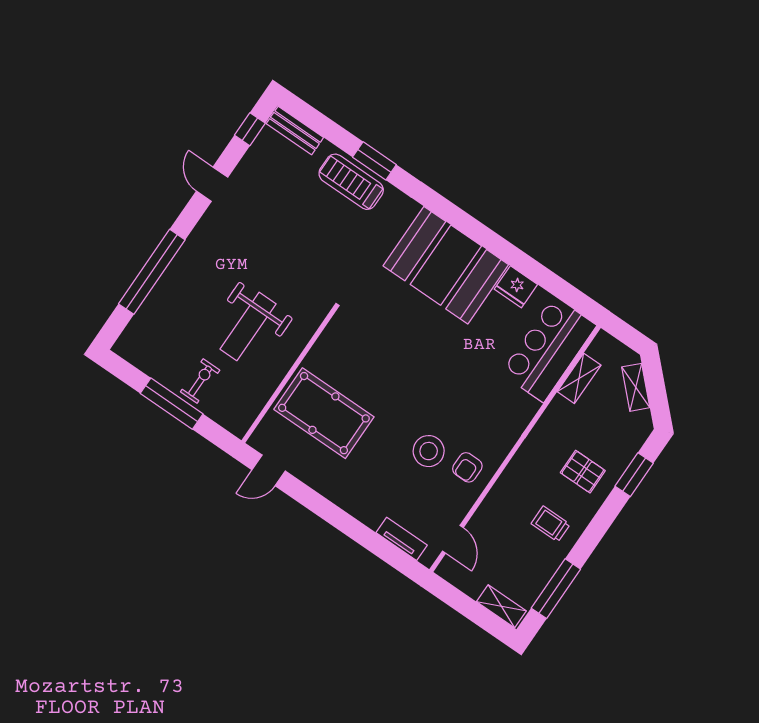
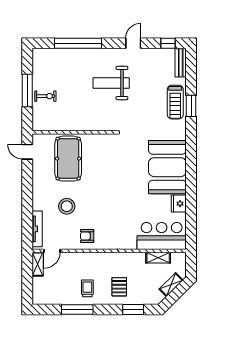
treadmill: (351, 182) -> (175, 102), turned 180
weight bench: (248, 326) -> (111, 83), moved
stool: (429, 451) -> (67, 206), moved
tv unit: (402, 539) -> (37, 229), width x1.41
window: (556, 589) -> (77, 310), moved
shelving: (501, 606) -> (38, 264), moved

